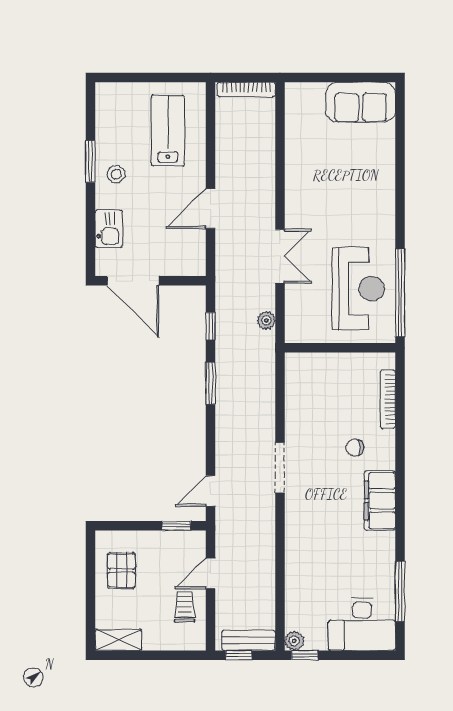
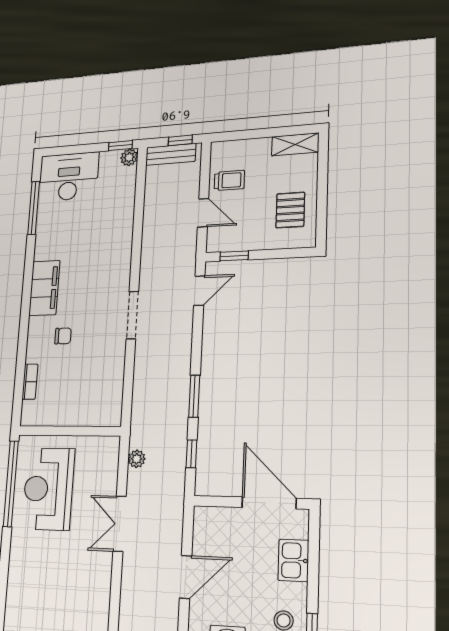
bookcase: (388, 399) -> (30, 382), width x0.64
door: (211, 574) -> (203, 213), hinge flipped
trolley: (185, 607) -> (229, 180), turned -90

